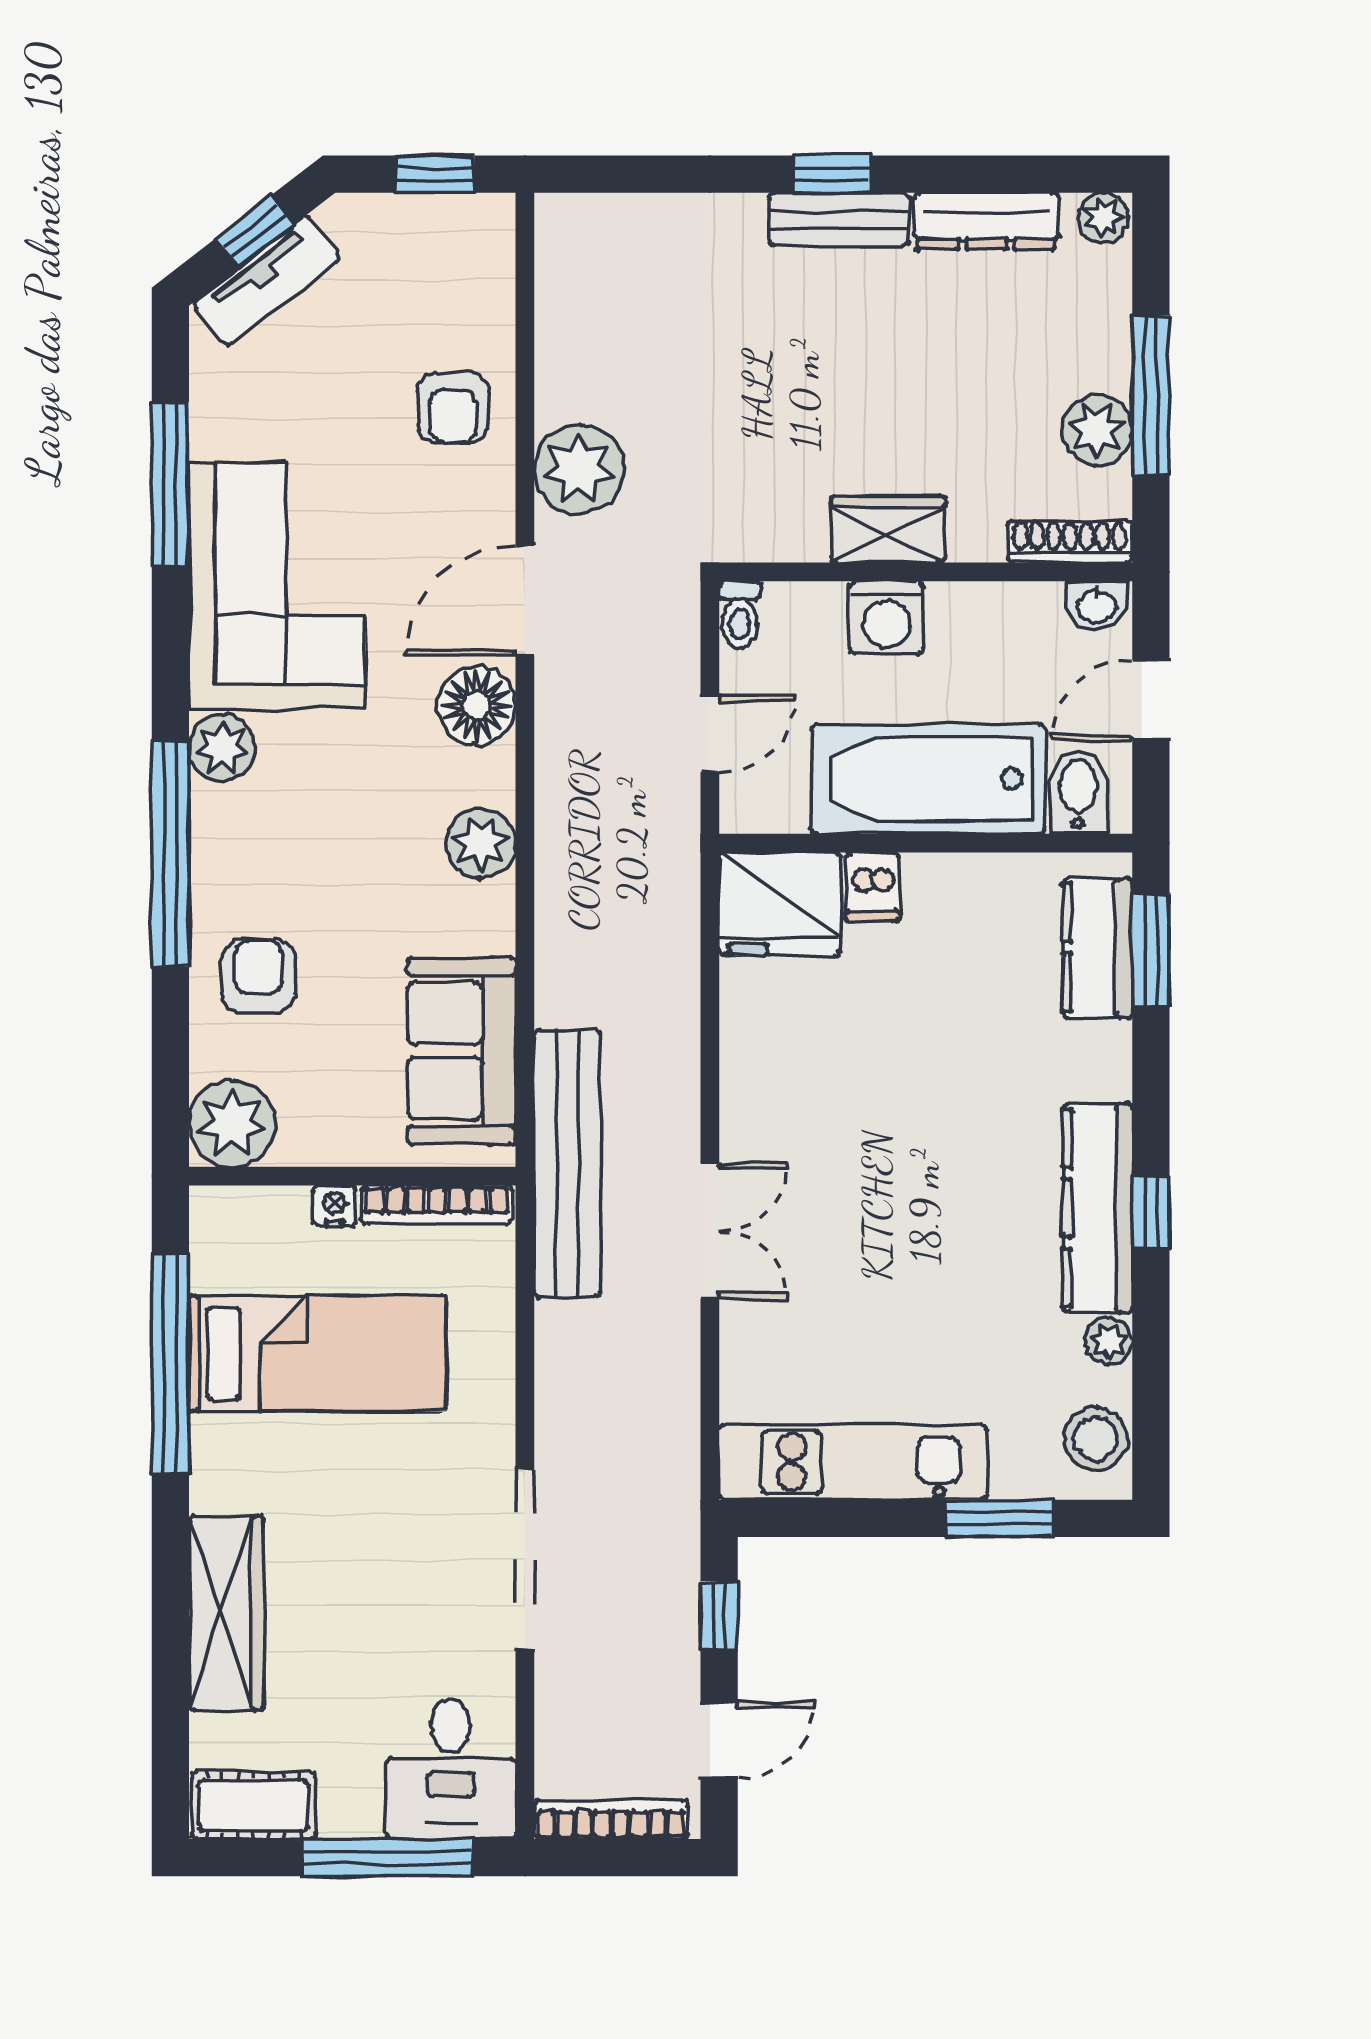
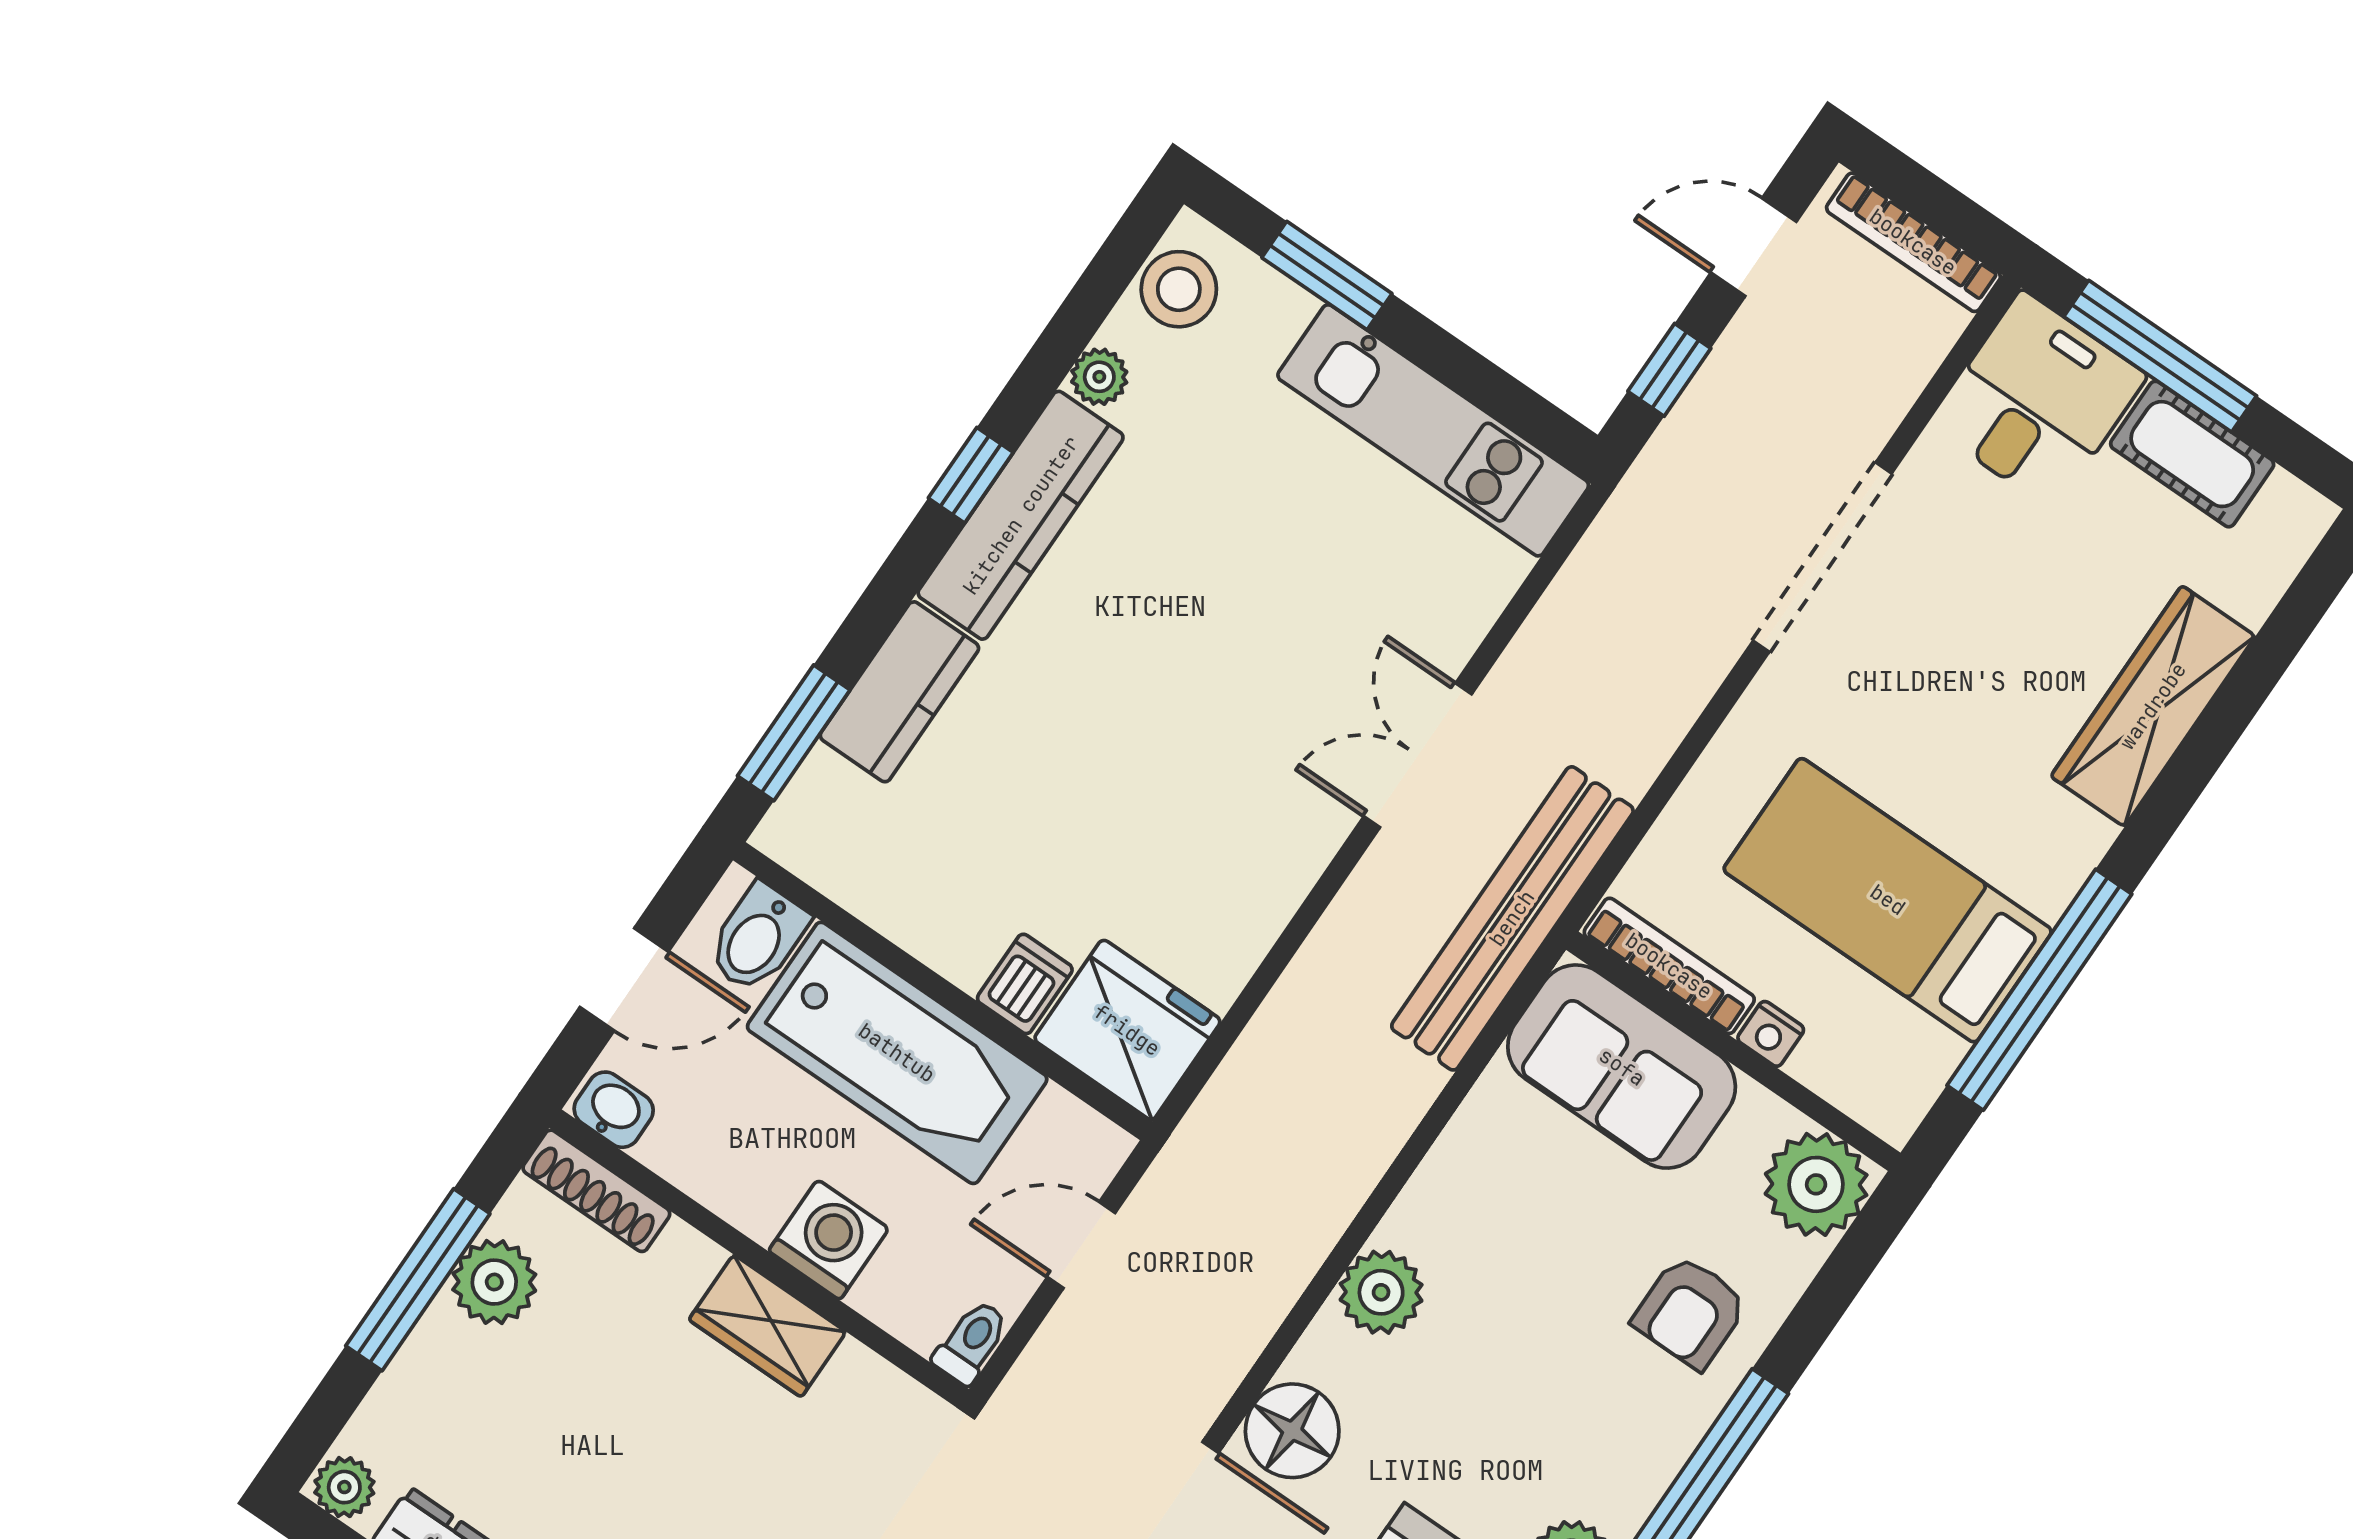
kitchen counter: (1097, 948) -> (899, 692), moved
sofa: (461, 1051) -> (1622, 1067), moved, turned 90
cot: (254, 1805) -> (2192, 454), moved

